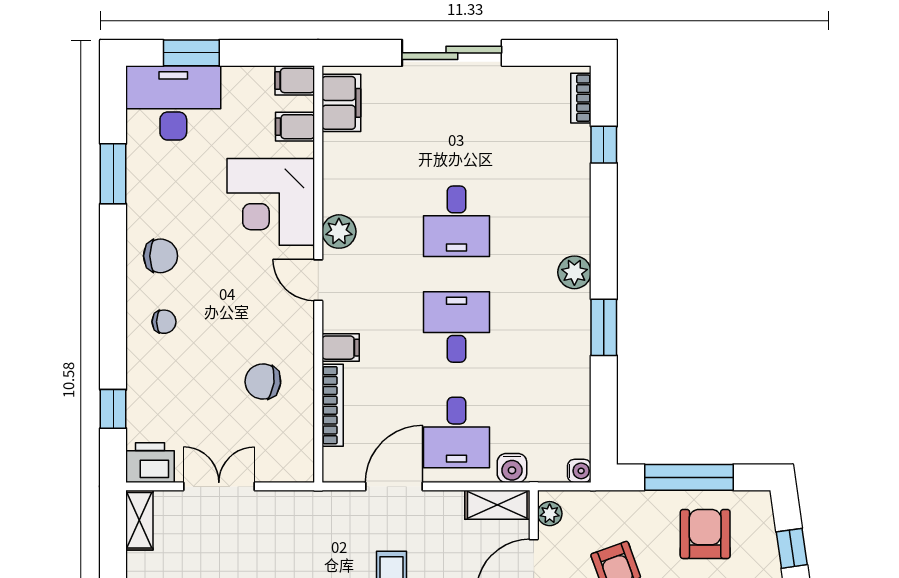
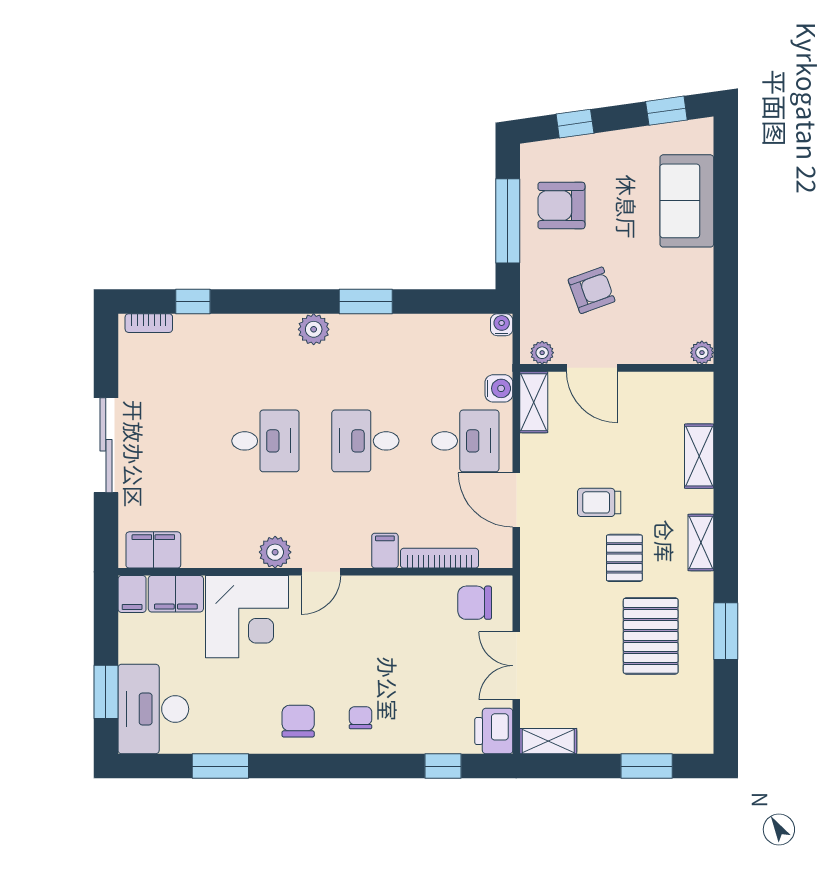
filing cabinet: (295, 127) -> (176, 594), width x2.00
chair: (263, 382) -> (475, 603), moved, turned 83

